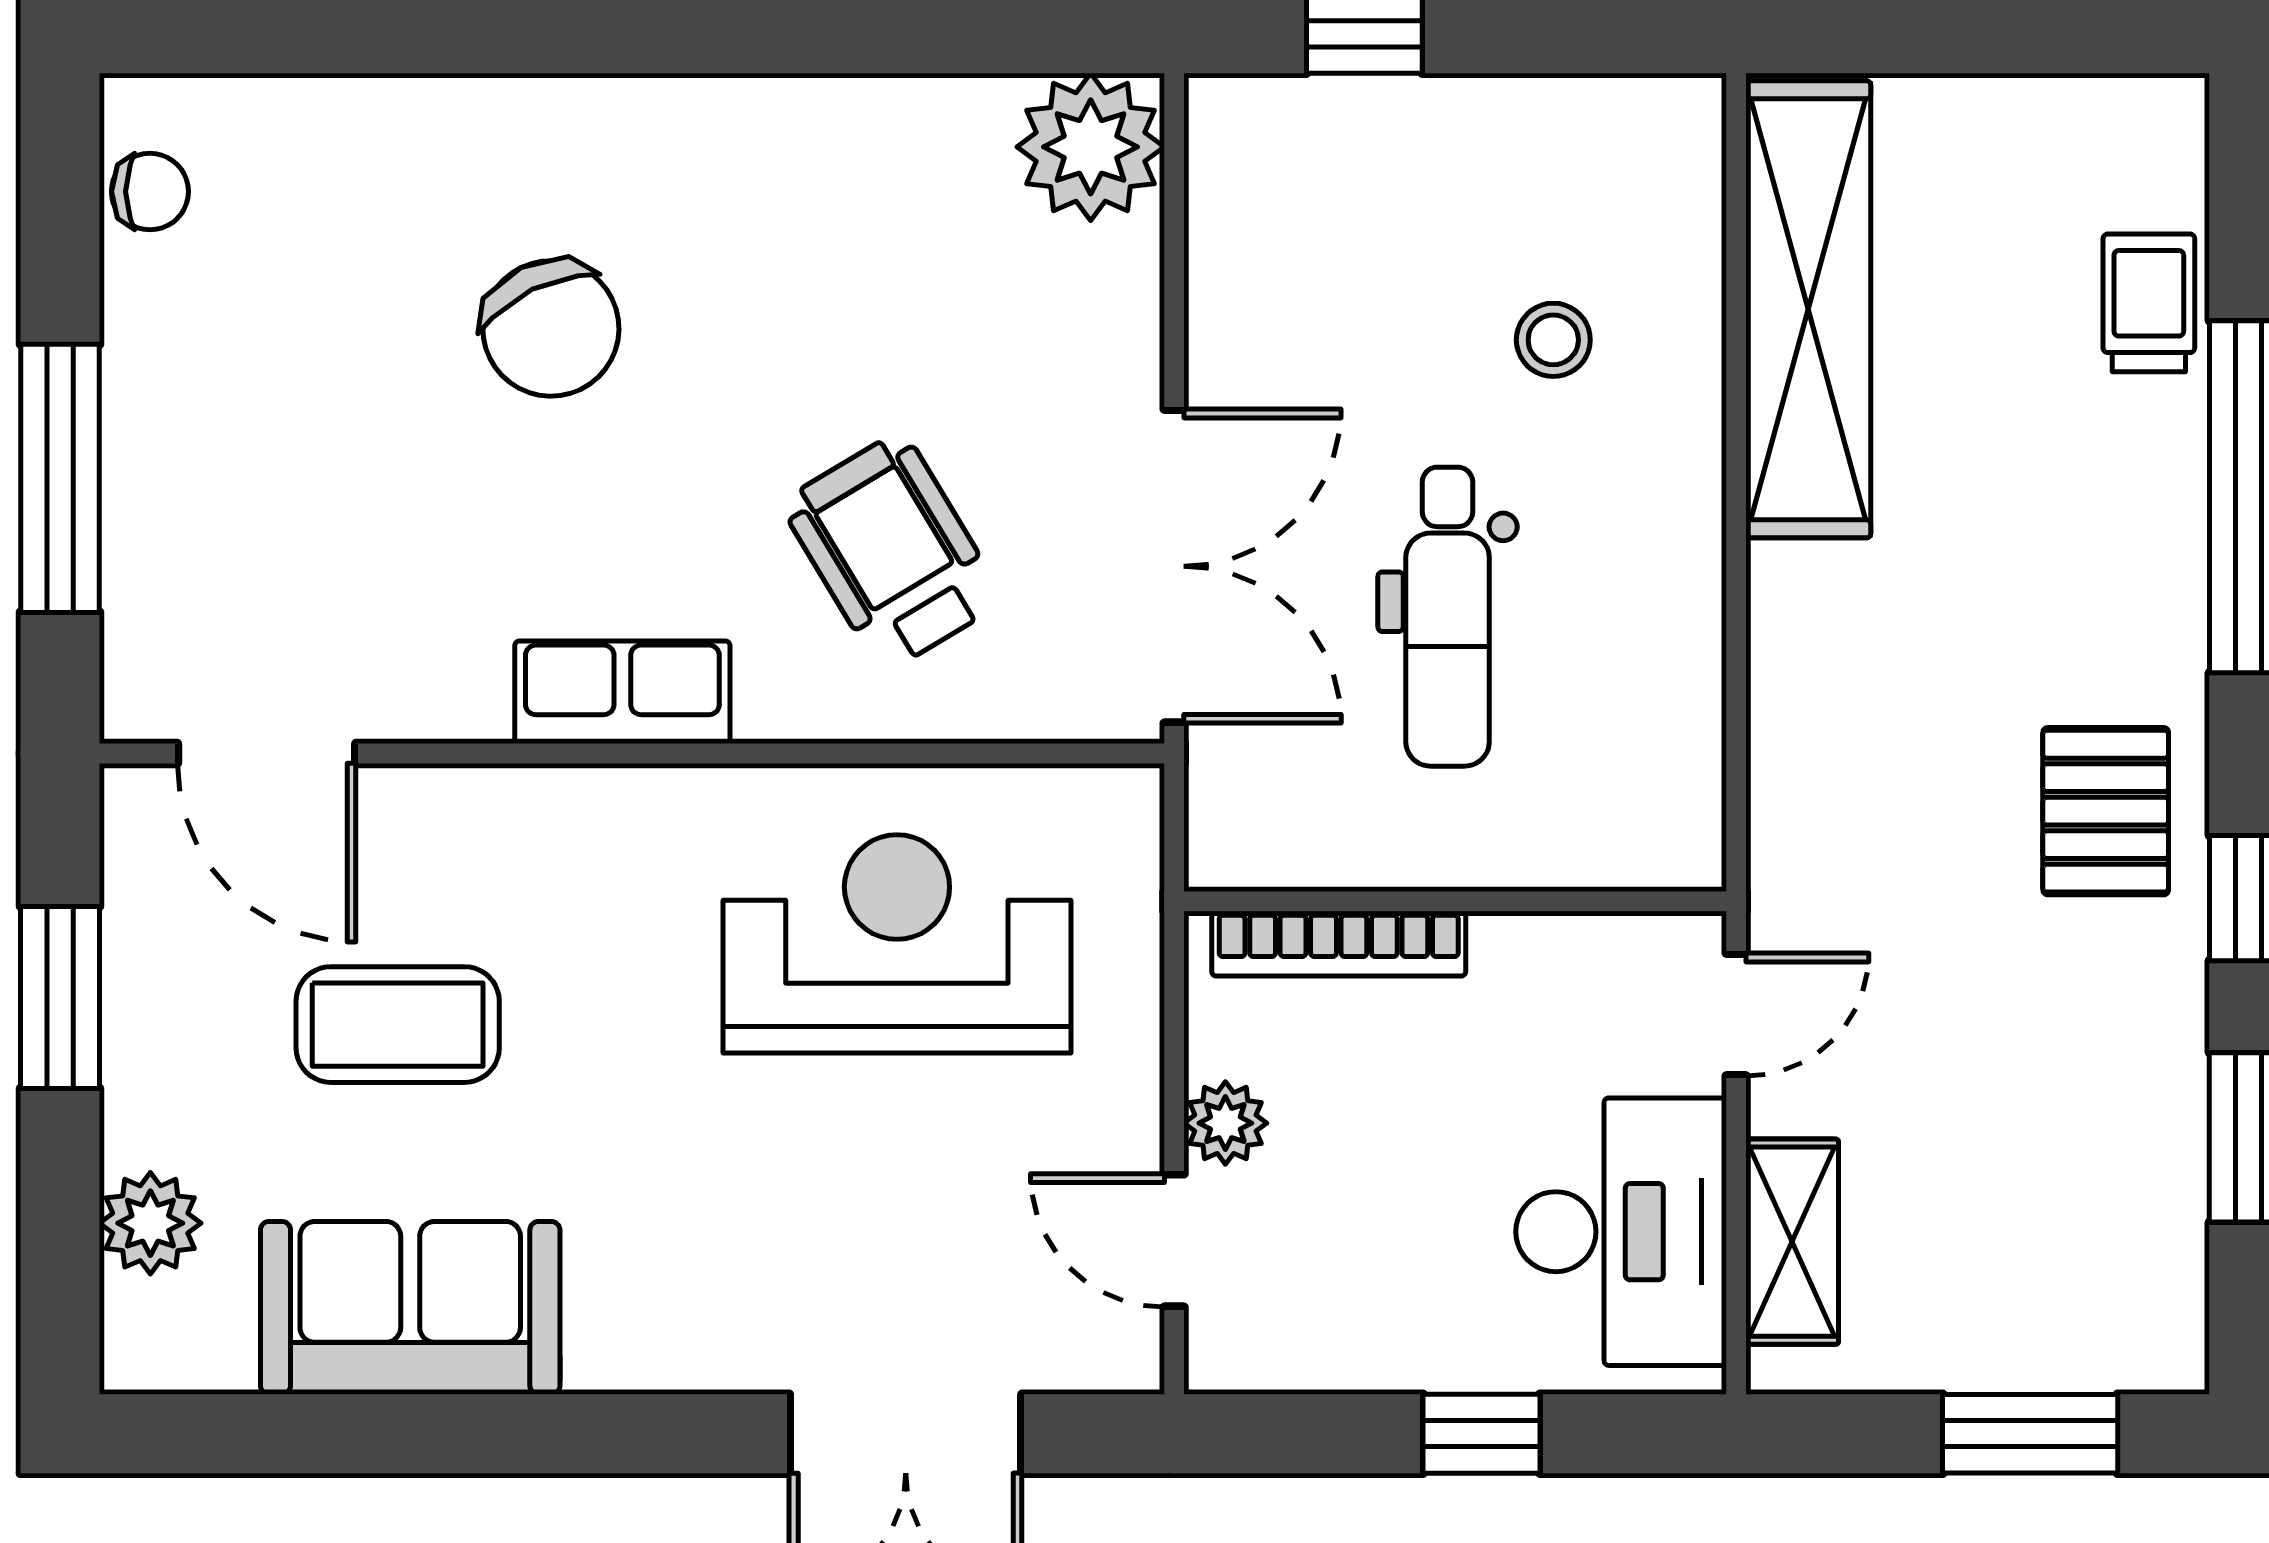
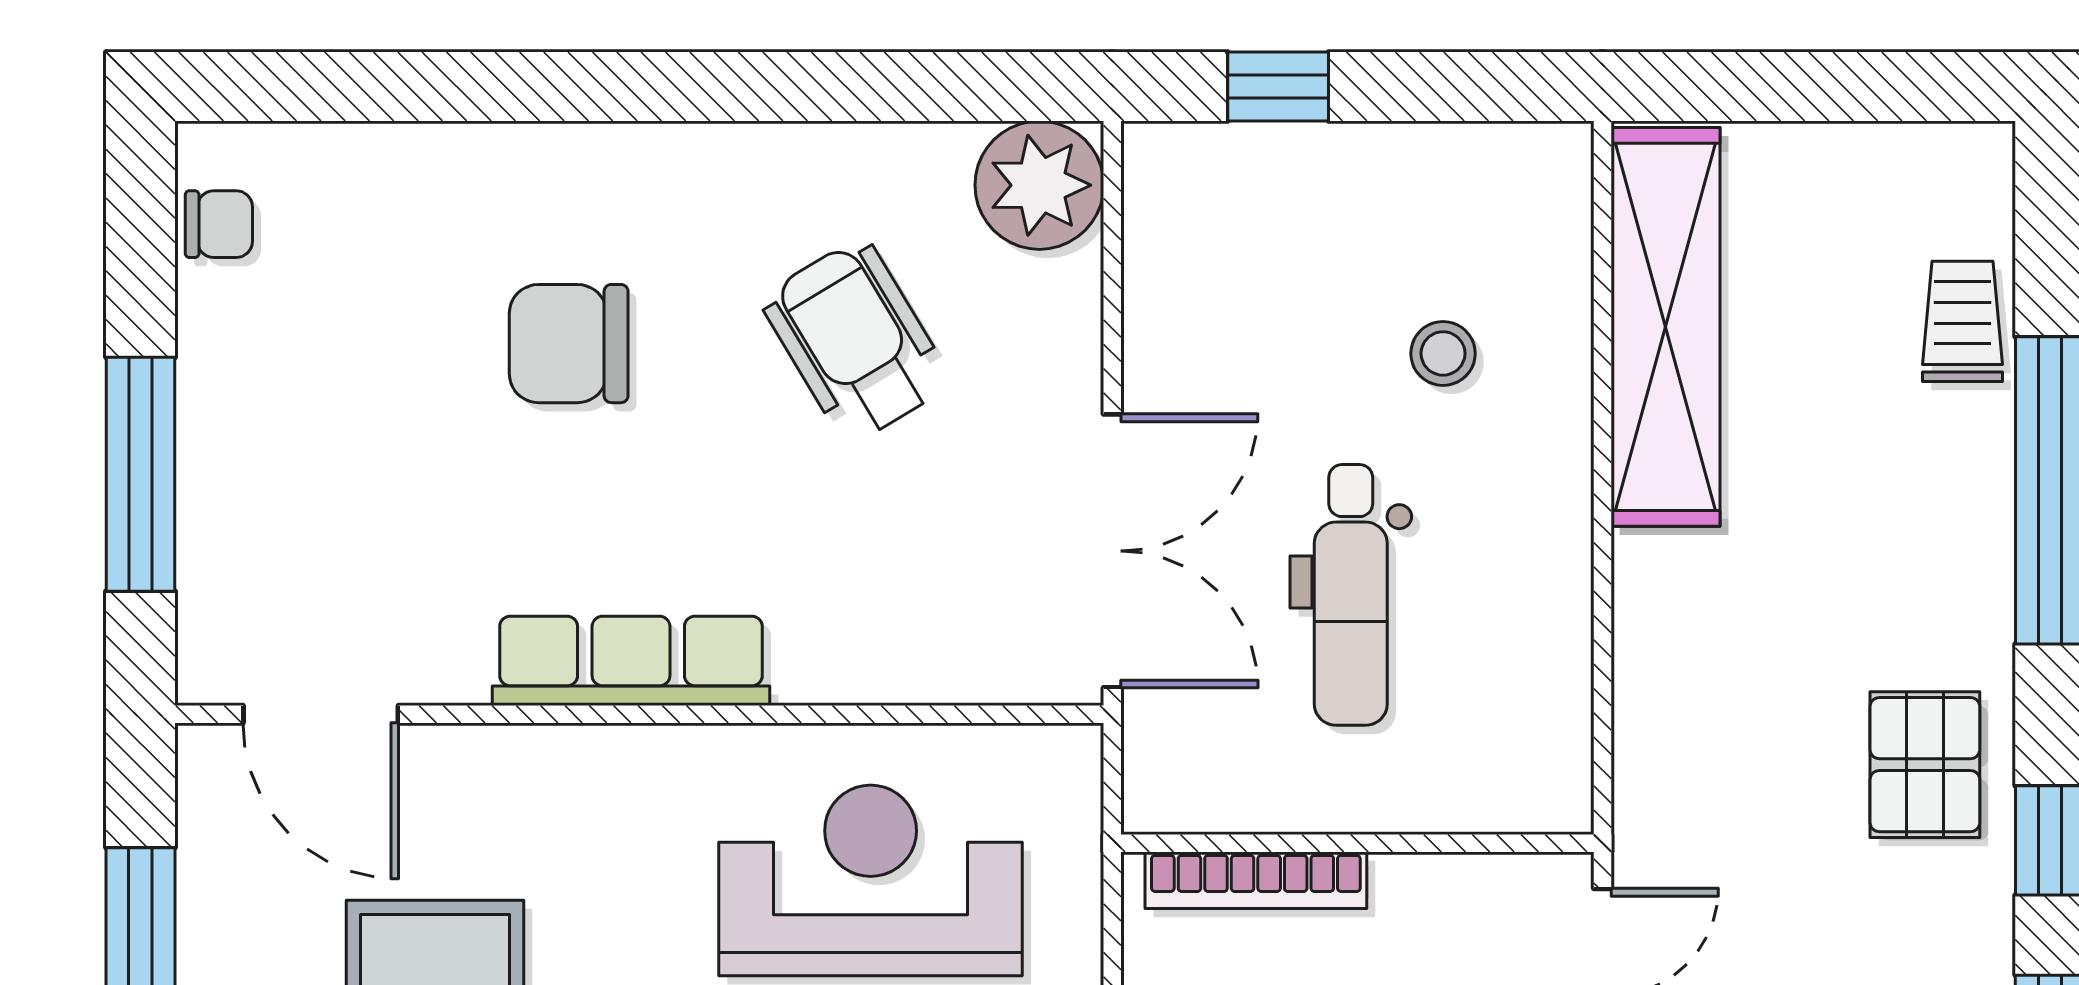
chair: (551, 328) -> (569, 344), turned 116
wheelchair: (892, 552) -> (856, 341), moved
row of seats: (622, 692) -> (631, 661), width x1.48

